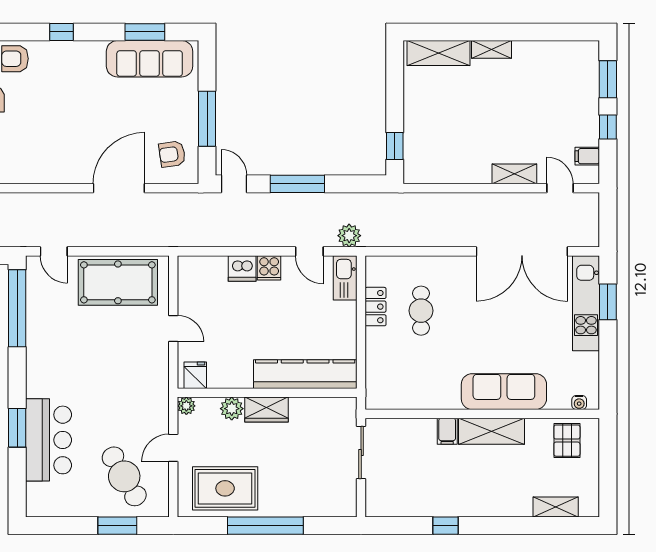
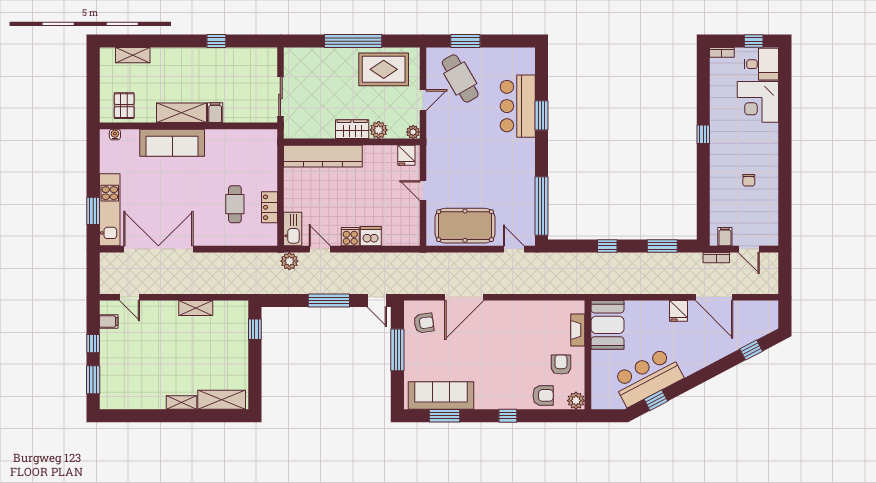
shelving: (514, 174) -> (196, 308), moved

